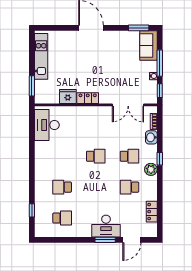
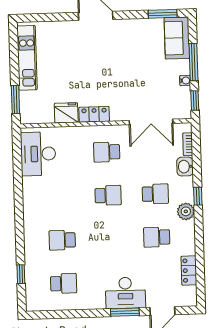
school desk: (96, 125) -> (107, 152), added

